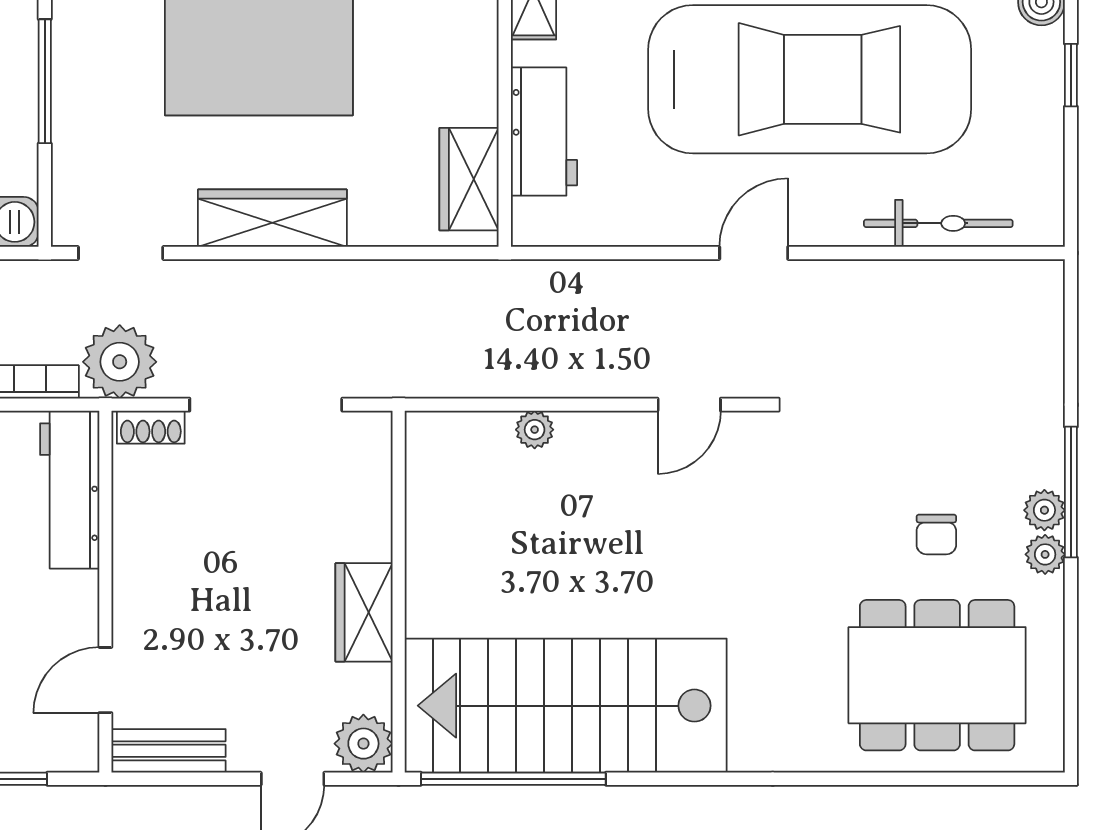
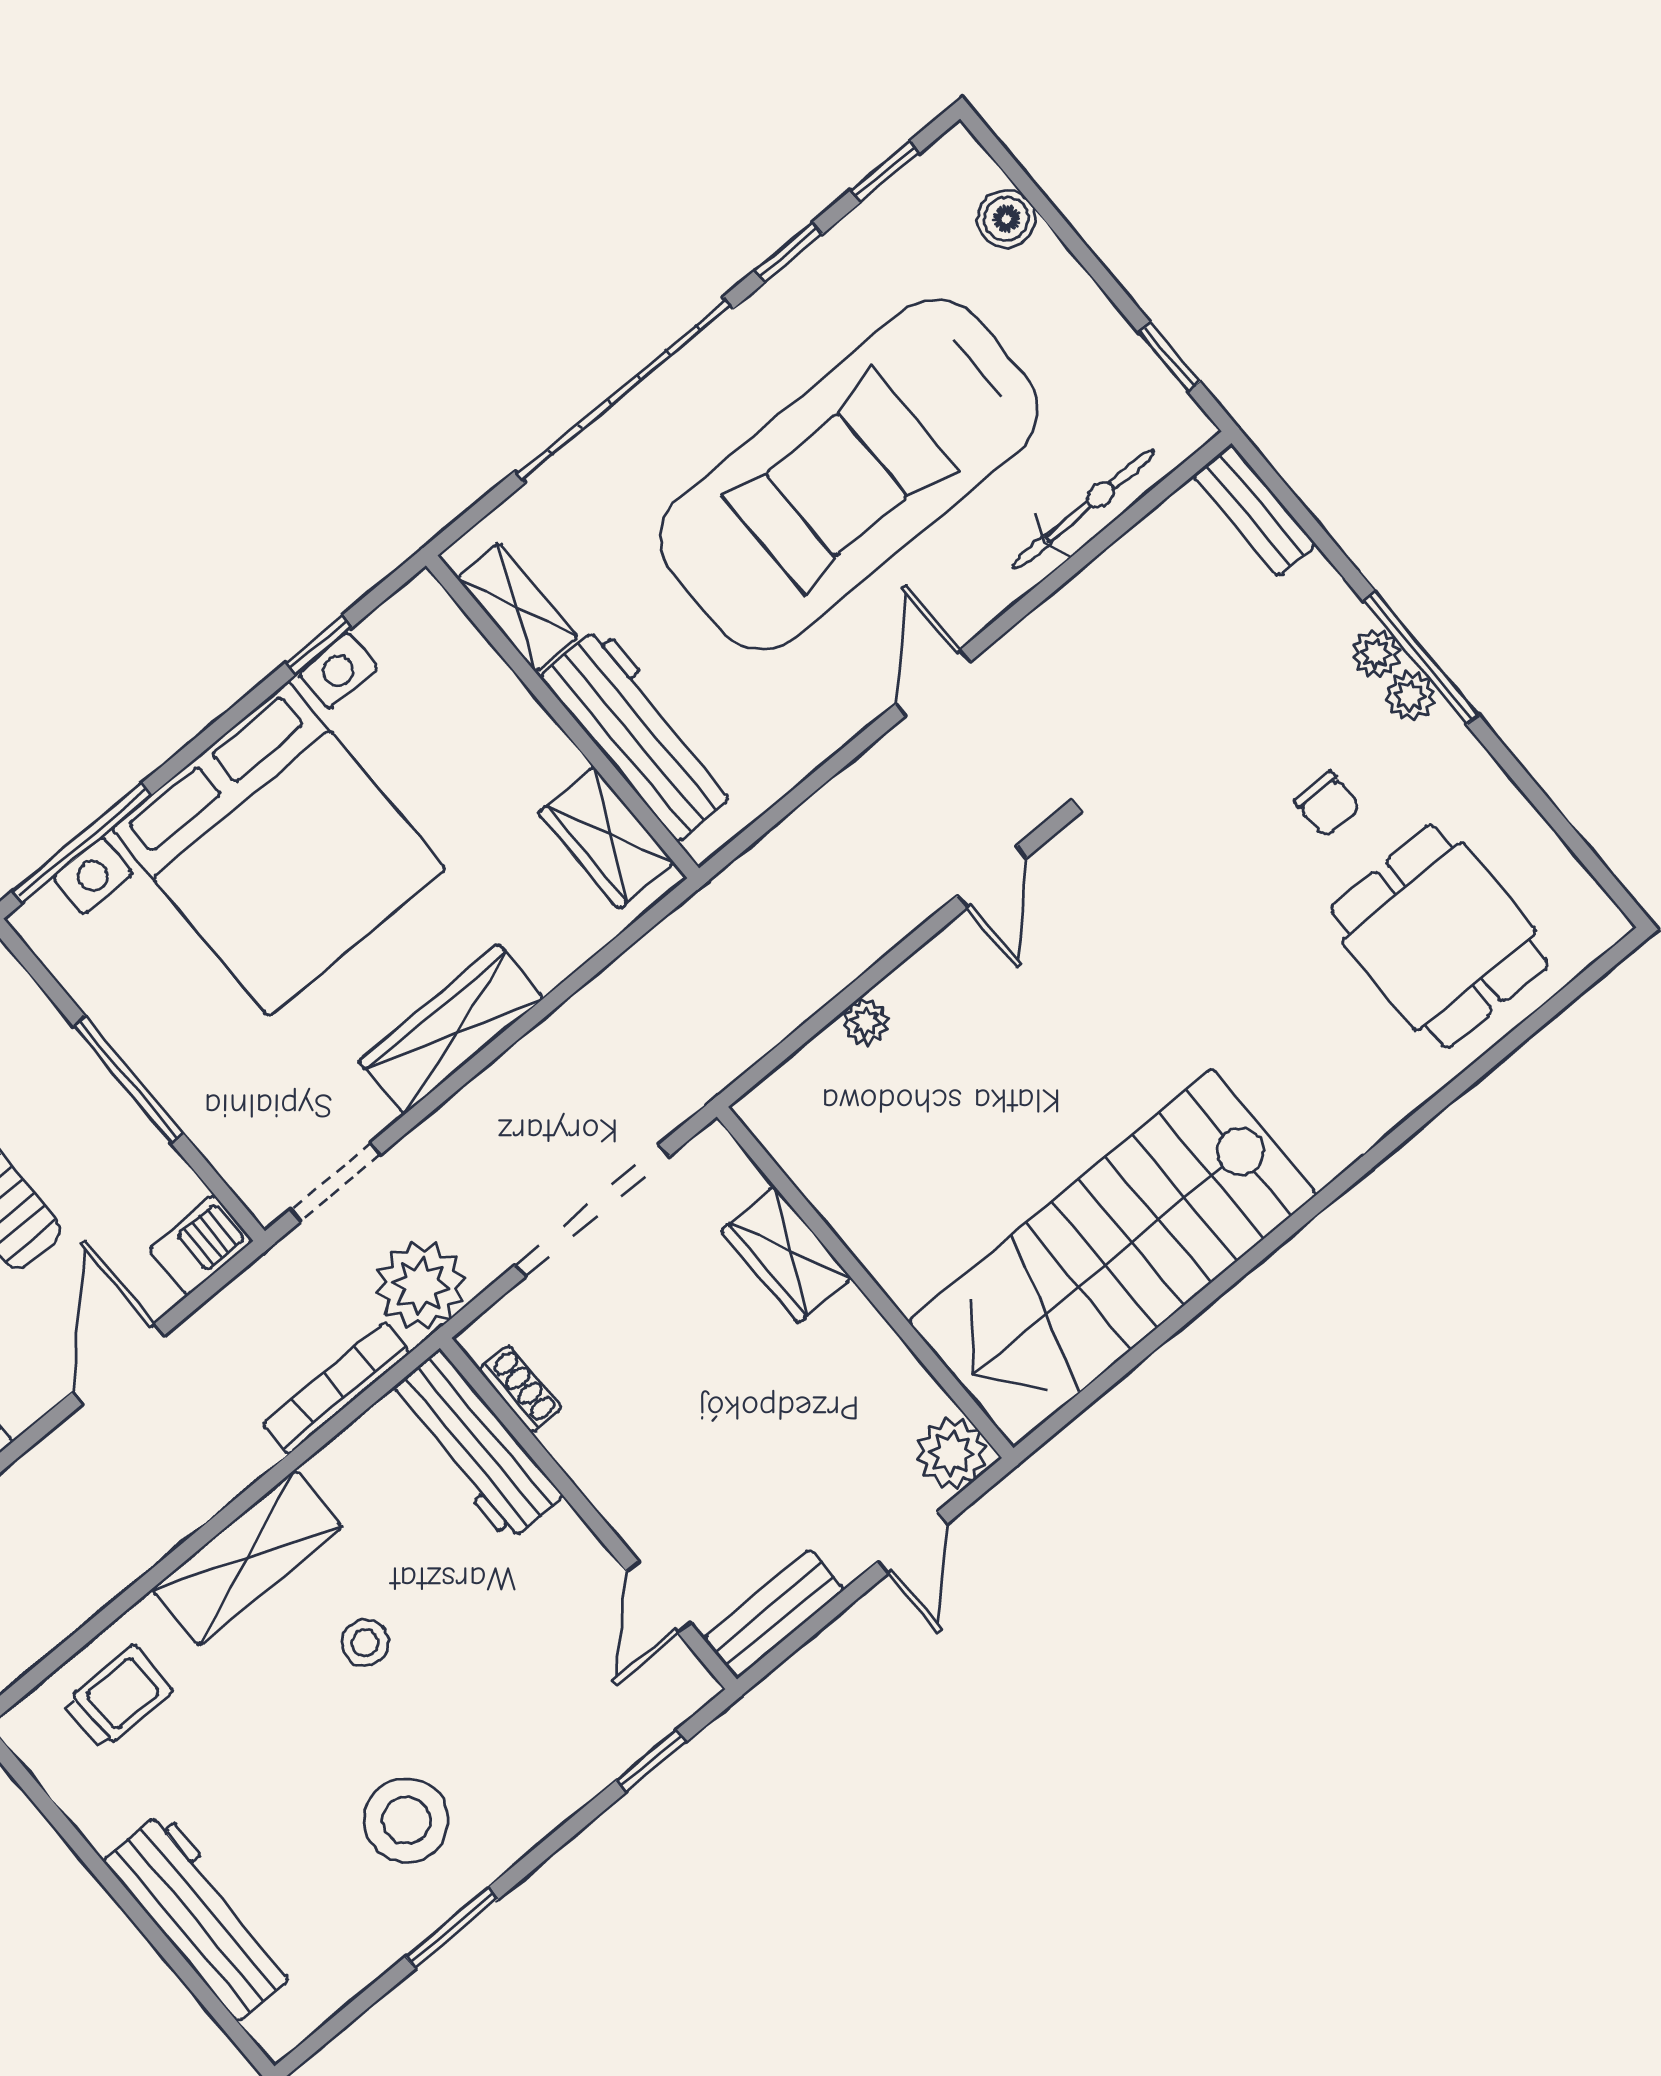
window: (1071, 75) -> (1169, 357), moved
car: (810, 79) -> (849, 475), turned 180
workbench: (544, 132) -> (639, 734), width x1.38
bench: (1044, 313) -> (1254, 510), added
shoe rack: (151, 427) -> (520, 1389), moved, turned -90
plant: (1045, 554) -> (1376, 654), moved
wardrobe: (364, 612) -> (786, 1254), moved
dining table: (937, 675) -> (1439, 936), width x0.73
window: (513, 779) -> (1121, 1368), removed

